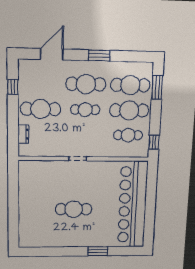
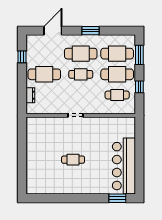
window: (154, 142) -> (139, 87), moved
bar counter: (133, 205) -> (124, 166), width x0.73
cafe table: (74, 209) -> (73, 160), width x0.73, depth x0.74
window: (98, 251) -> (117, 198), moved

